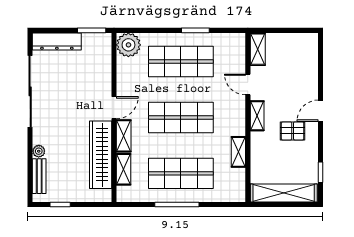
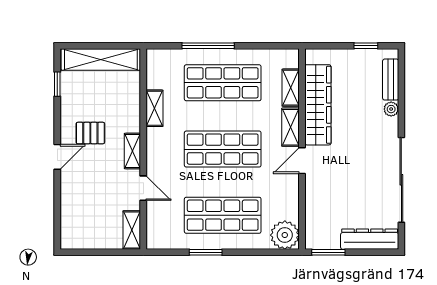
window: (177, 205) -> (208, 46), moved

